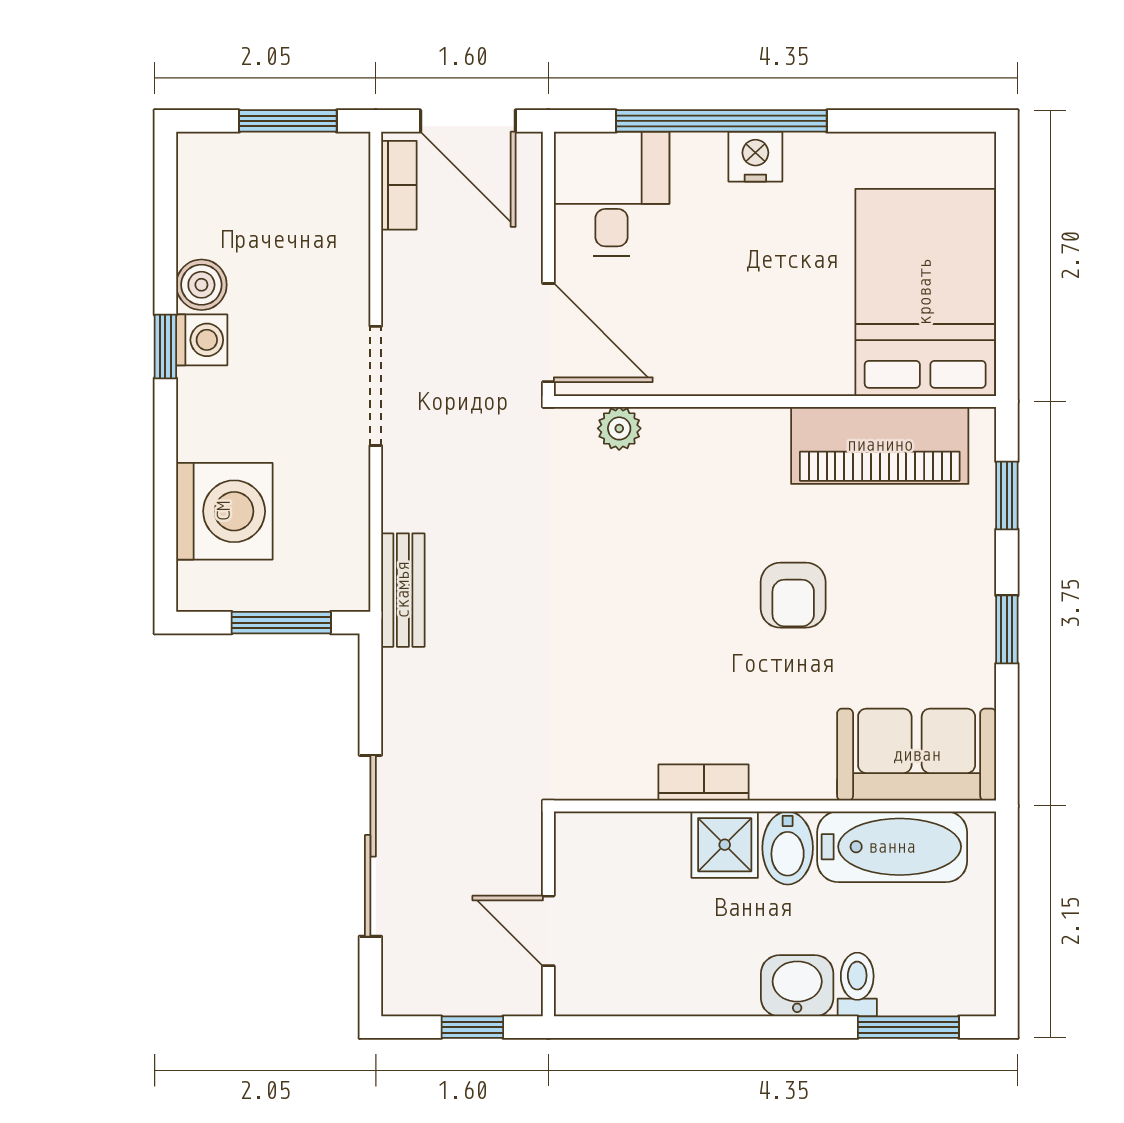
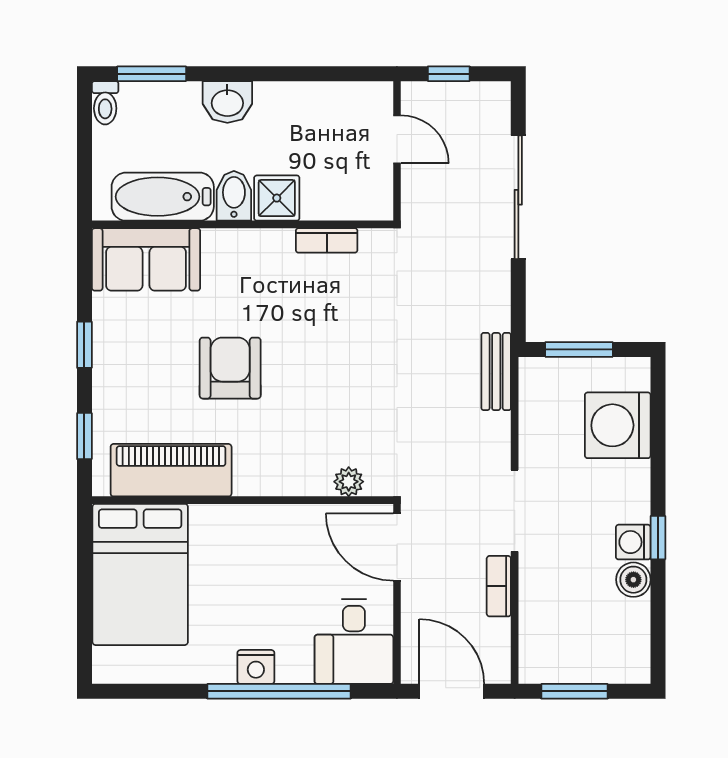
bookcase: (399, 185) -> (499, 586), moved
armchair: (793, 595) -> (230, 368), width x1.38, depth x1.38
bookcase: (704, 783) -> (327, 240), moved
toilet: (857, 985) -> (105, 103), moved

